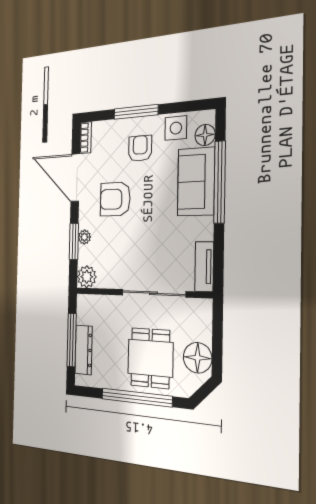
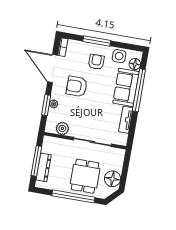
tv unit: (204, 267) -> (126, 120), moved
plant: (87, 277) -> (62, 128), moved

